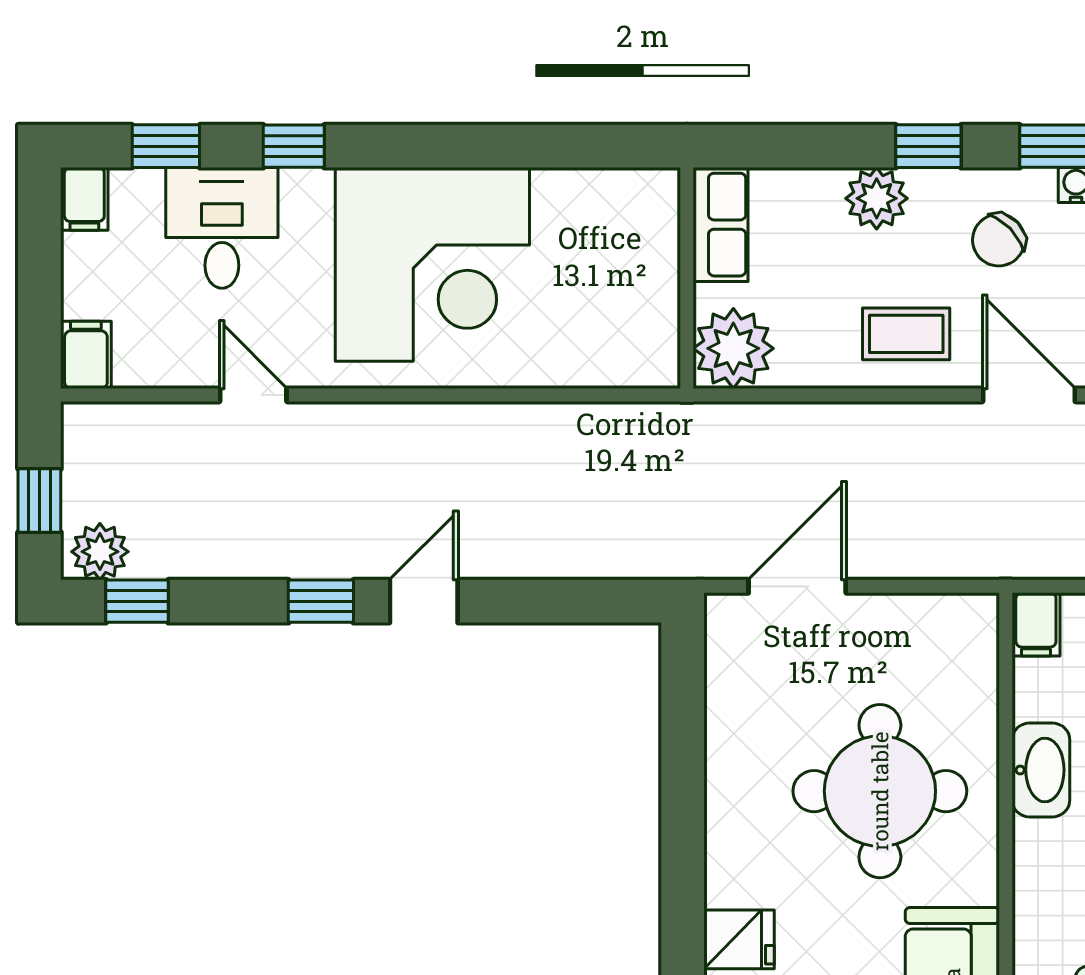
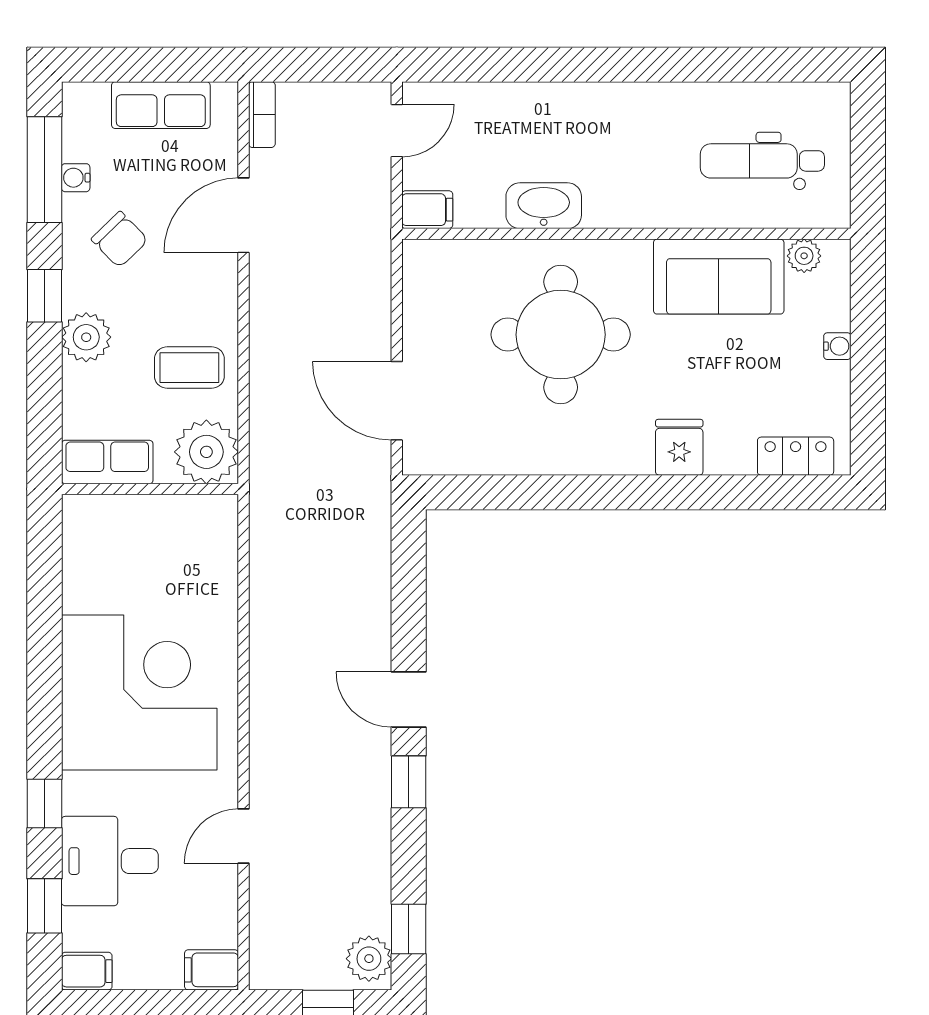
coffee table: (906, 334) -> (189, 368), moved, turned 90

